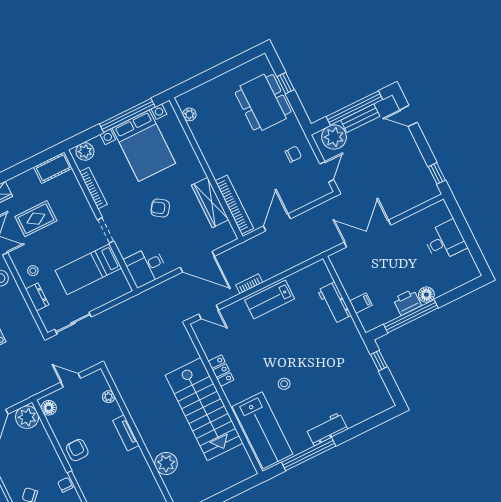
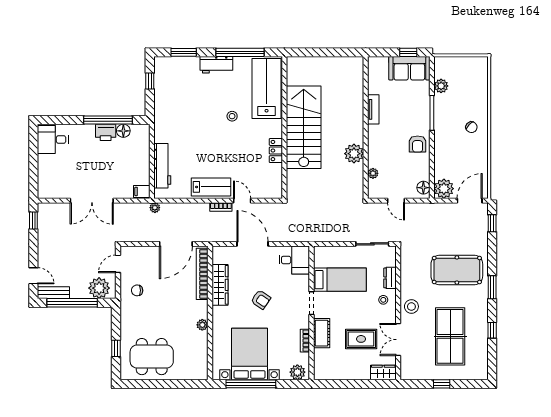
dining table: (263, 102) -> (152, 357), moved, turned 90
plant: (189, 114) -> (202, 325), moved
bench: (360, 118) -> (53, 293), moved
cot: (53, 168) -> (322, 333), moved, turned 90
bookcase: (93, 188) -> (305, 341), width x0.64
door: (277, 222) -> (176, 244), width x1.36
double door: (367, 234) -> (92, 201), moved
desk: (445, 241) -> (53, 139), moved
plant: (317, 249) -> (155, 208), added
floor lamp: (426, 295) -> (123, 131), moved
workbench: (334, 303) -> (162, 166), width x1.38
filing cabinet: (361, 303) -> (142, 191), moved
door: (209, 312) -> (242, 201), moved
window: (379, 361) -> (150, 81), moved
window: (367, 425) -> (184, 52), added
tv unit: (126, 433) -> (373, 109), moved
plant: (166, 463) -> (354, 154), moved
chair: (65, 485) -> (440, 122), removed

